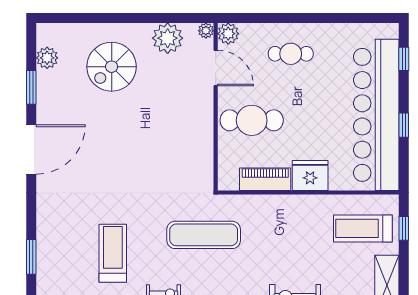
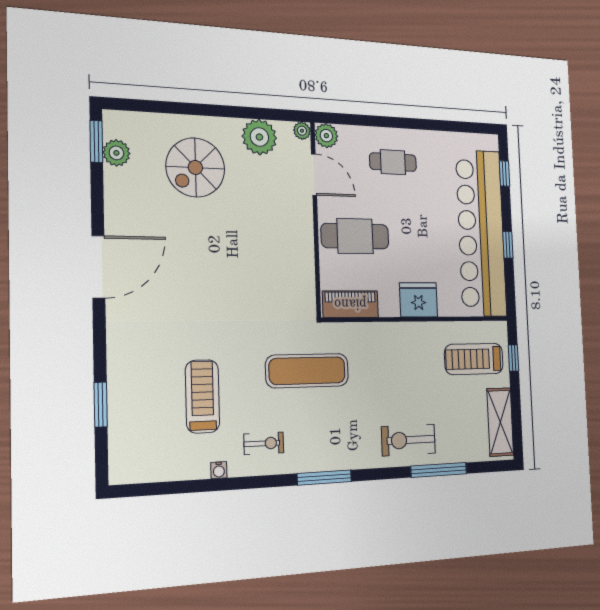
window: (31, 87) -> (96, 141), moved
piano: (265, 179) -> (350, 304), moved

